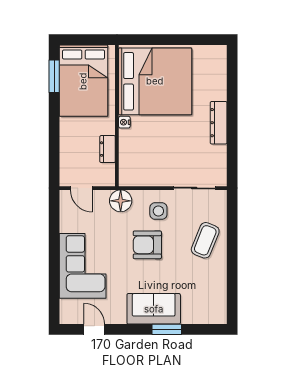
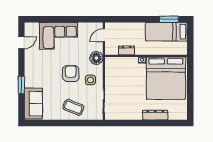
bed: (83, 81) -> (166, 32), width x0.67
dresser: (219, 123) -> (155, 115), moved
sofa: (154, 309) -> (33, 104), moved

